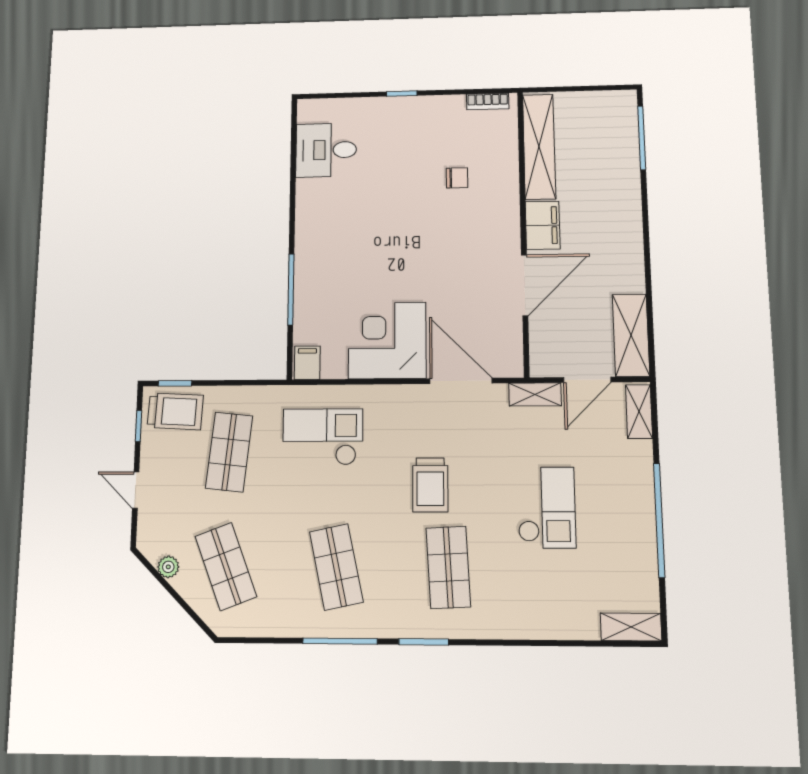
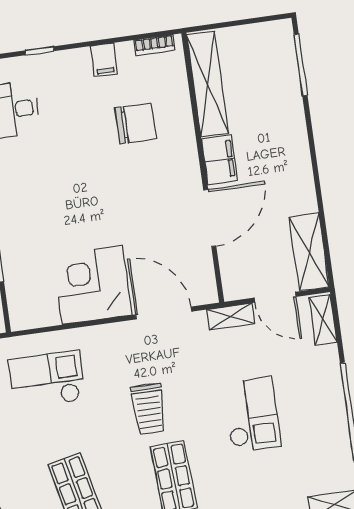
window: (402, 94) -> (40, 51), moved
chair: (457, 178) -> (136, 123), width x1.87, depth x1.87
filing cabinet: (307, 363) -> (104, 60), moved, turned 180
door: (587, 380) -> (275, 297), hinge flipped

